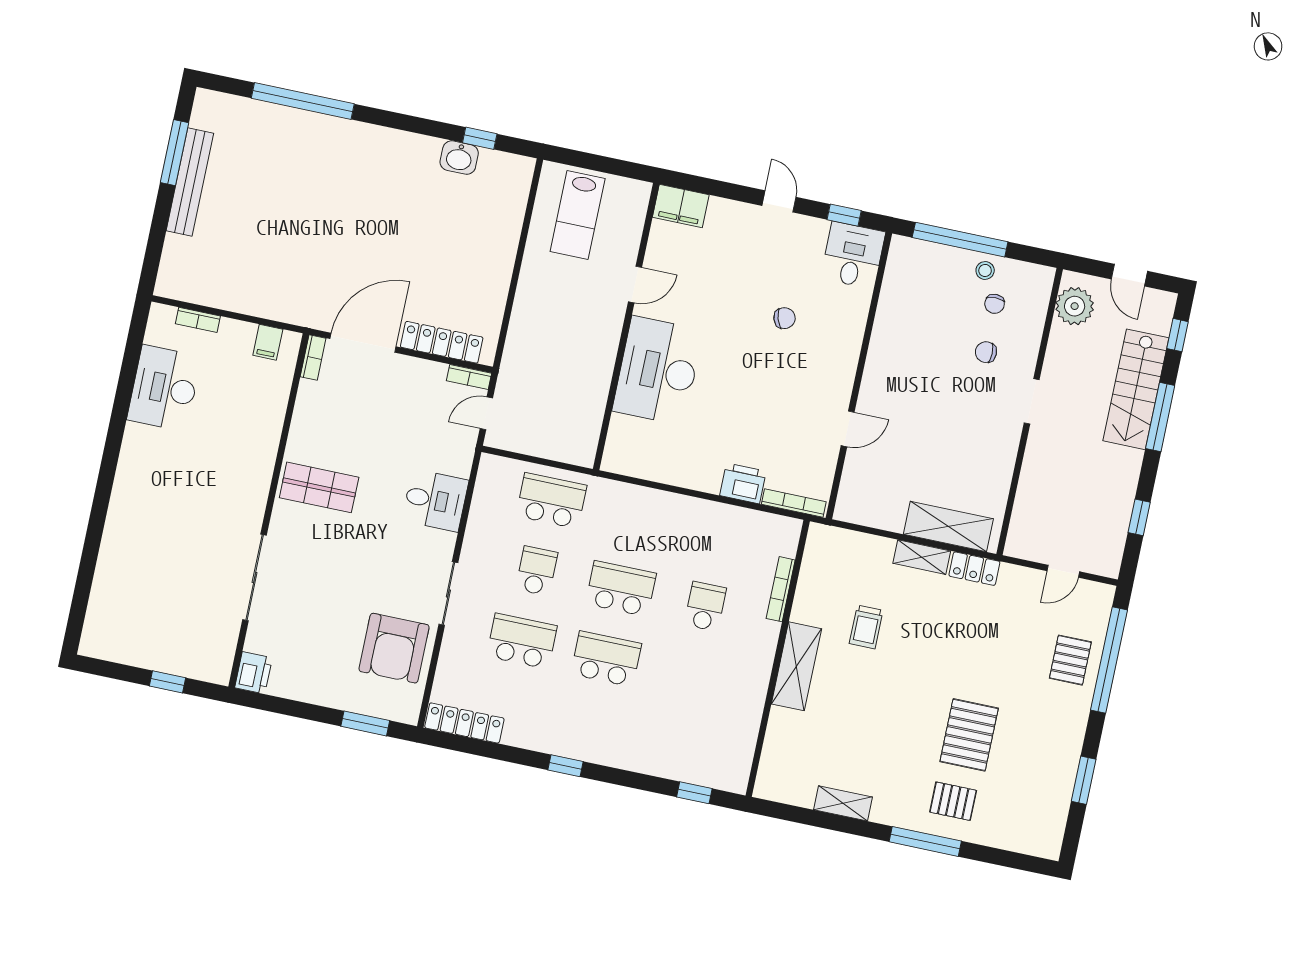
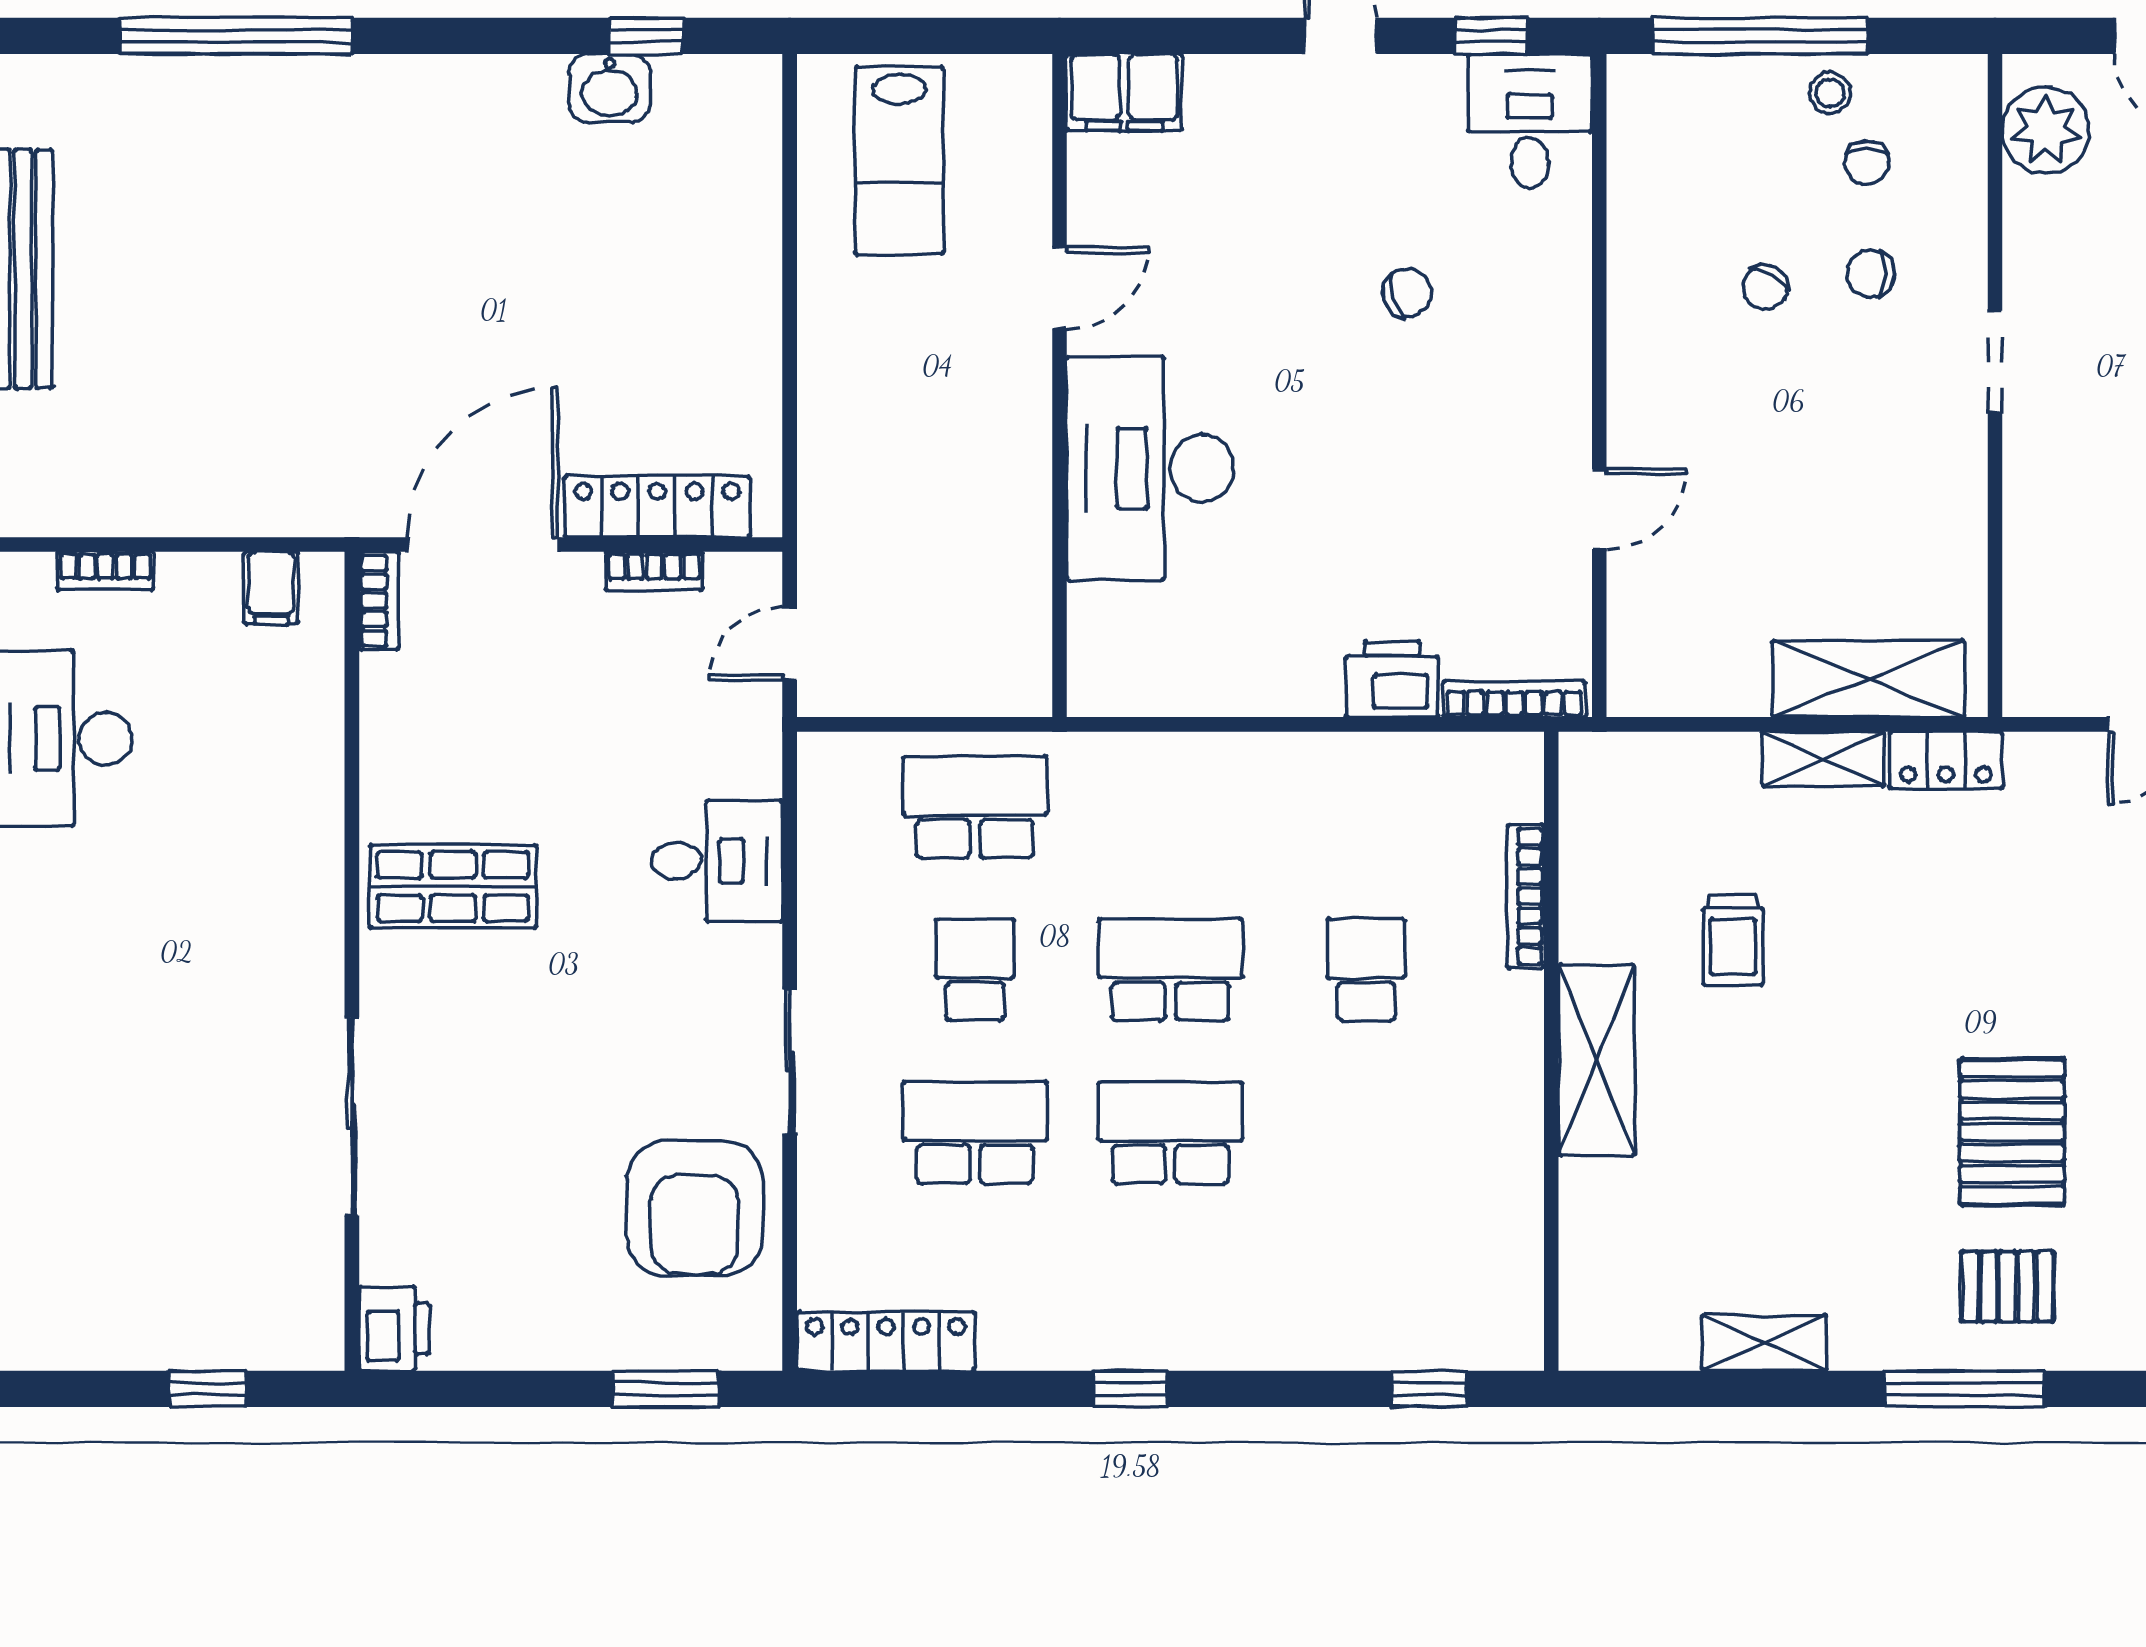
chair: (939, 348) -> (1765, 287), added
bookcase: (469, 377) -> (654, 571), moved

